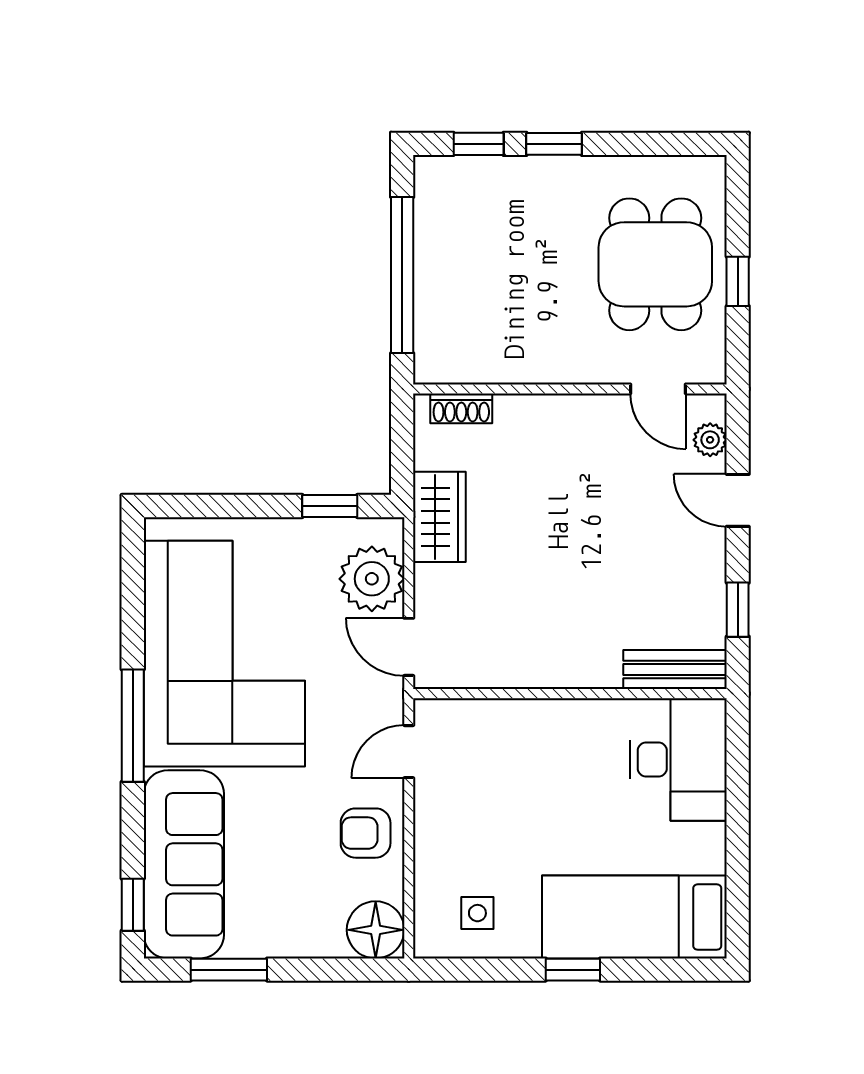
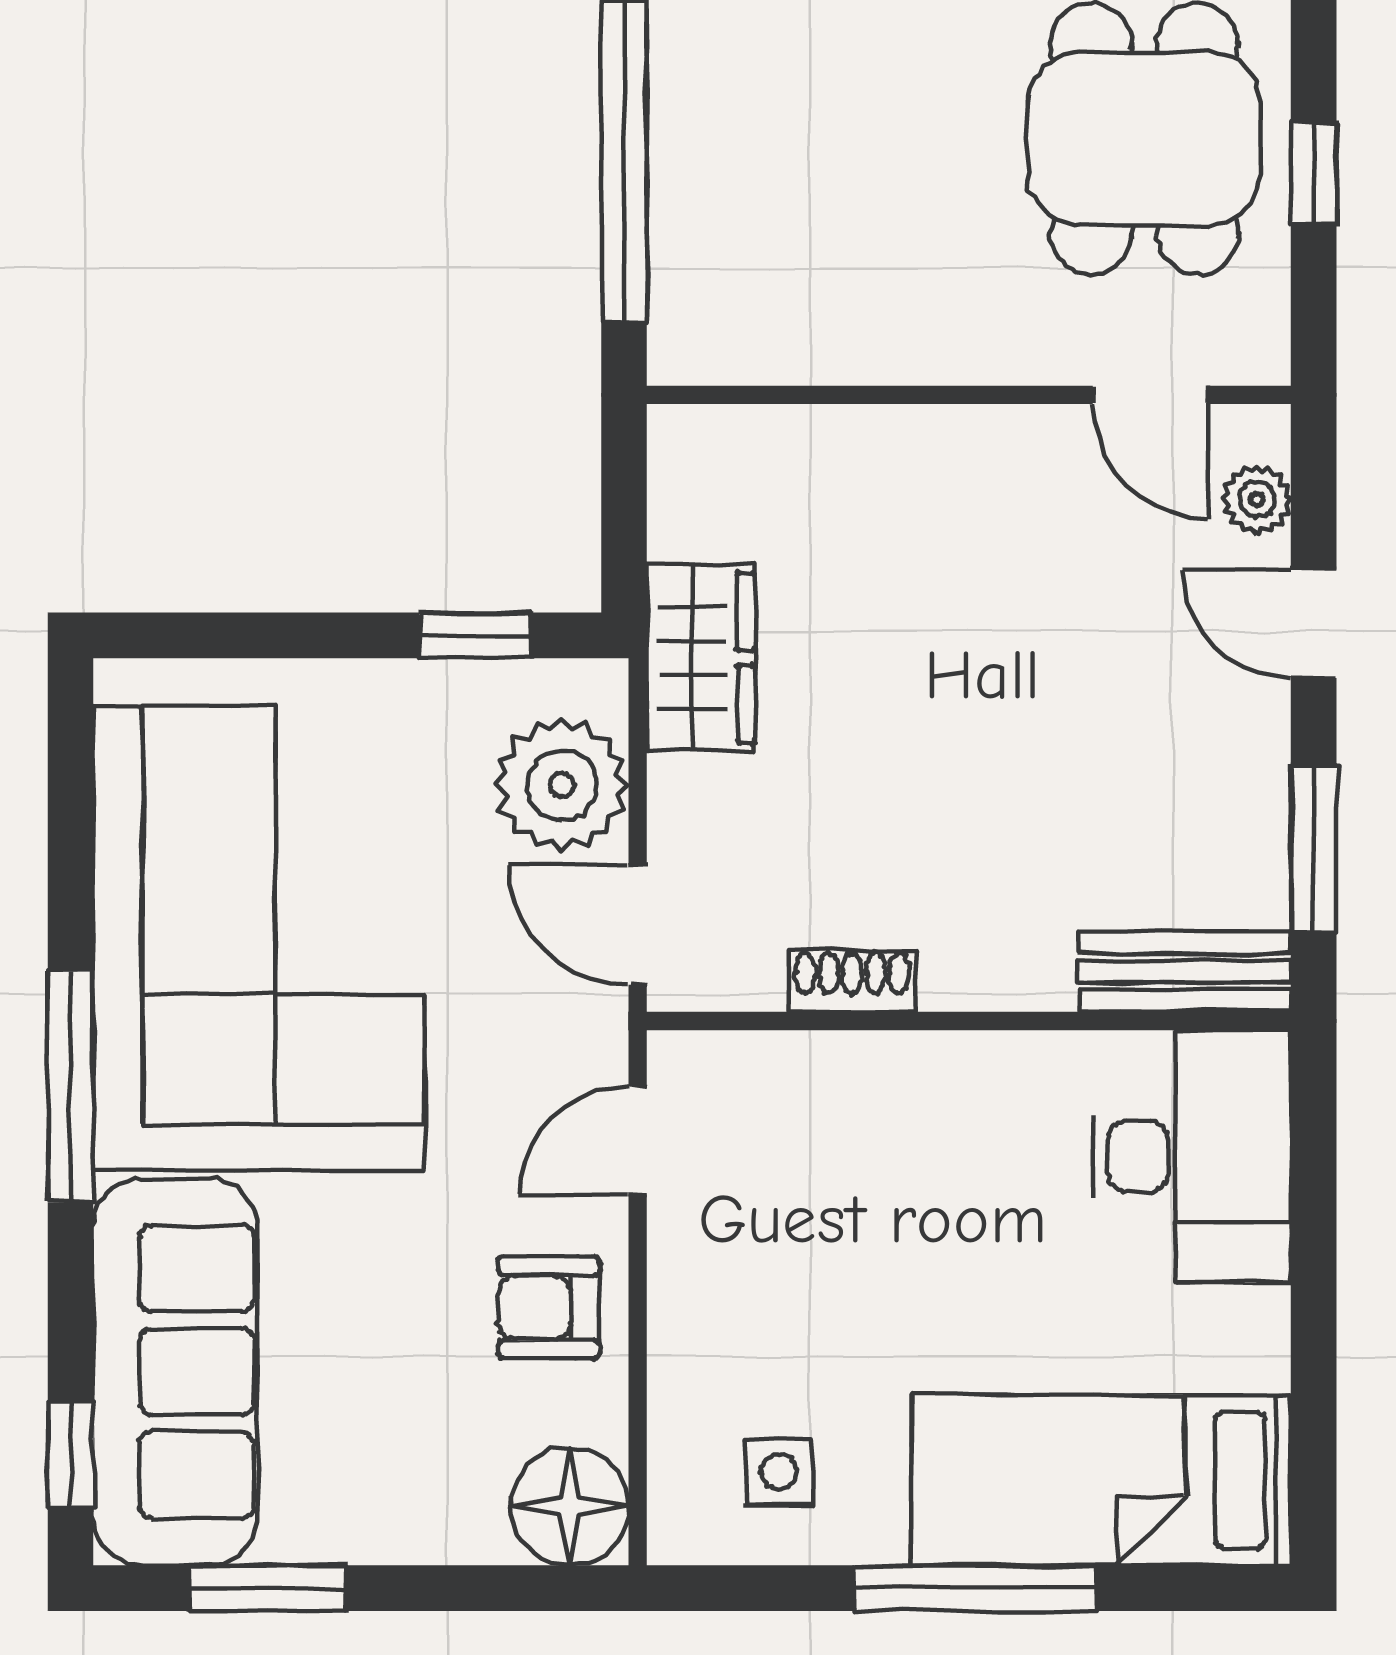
shoe rack: (461, 408) -> (852, 981), moved, turned 180
window: (738, 610) -> (1314, 848), width x1.50
window: (573, 970) -> (975, 1588), width x2.17

